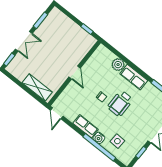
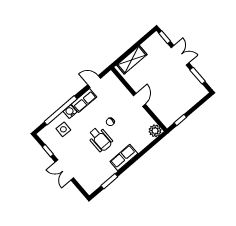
double door: (24, 41) -> (180, 55), swing flipped
plant: (118, 65) -> (155, 131), moved
door: (75, 73) -> (139, 100), swing flipped
wheelchair: (120, 103) -> (100, 139), turned 180
door: (57, 113) -> (94, 81), moved

